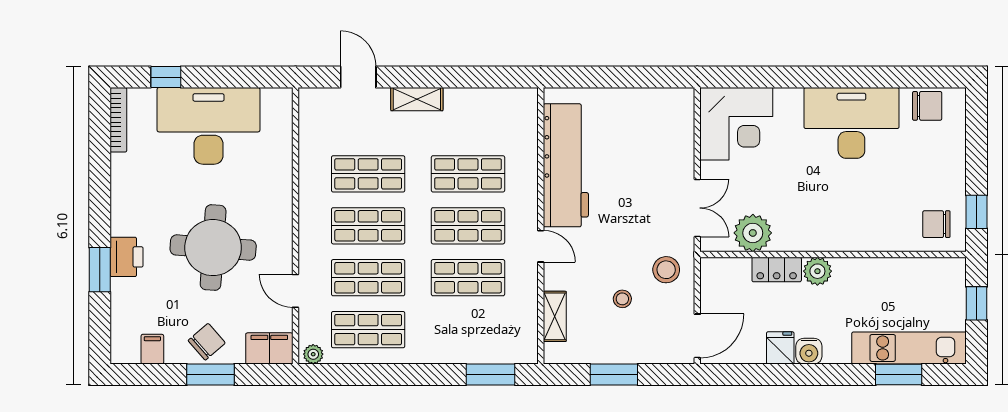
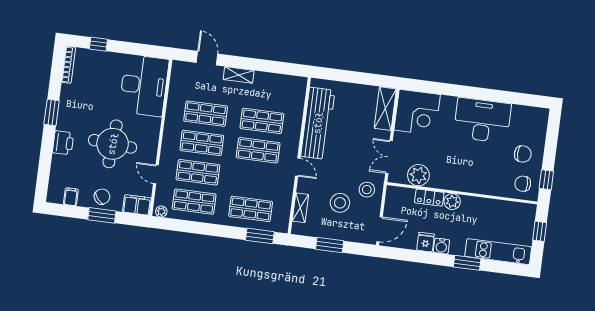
chair: (927, 106) -> (523, 154), moved
shelving: (680, 125) -> (385, 109), added
desk: (208, 126) -> (144, 85), moved, turned 90
double door: (697, 208) -> (389, 157), swing flipped
window: (100, 270) -> (52, 113), moved
shop shelf: (468, 278) -> (251, 209), moved
stool: (622, 299) -> (340, 203), width x1.89, depth x1.89
window: (899, 375) -> (467, 263), moved

